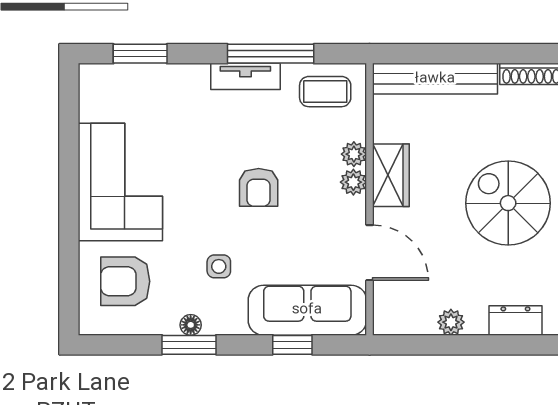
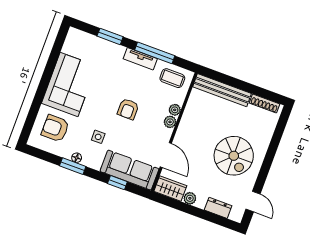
window: (140, 54) -> (110, 36), moved
wardrobe: (391, 175) -> (170, 189), moved, turned -90
spiral stairs: (508, 203) -> (234, 156), turned 180

